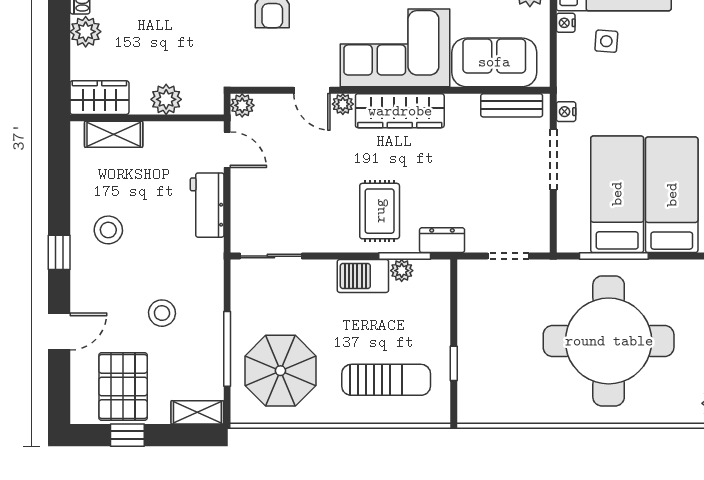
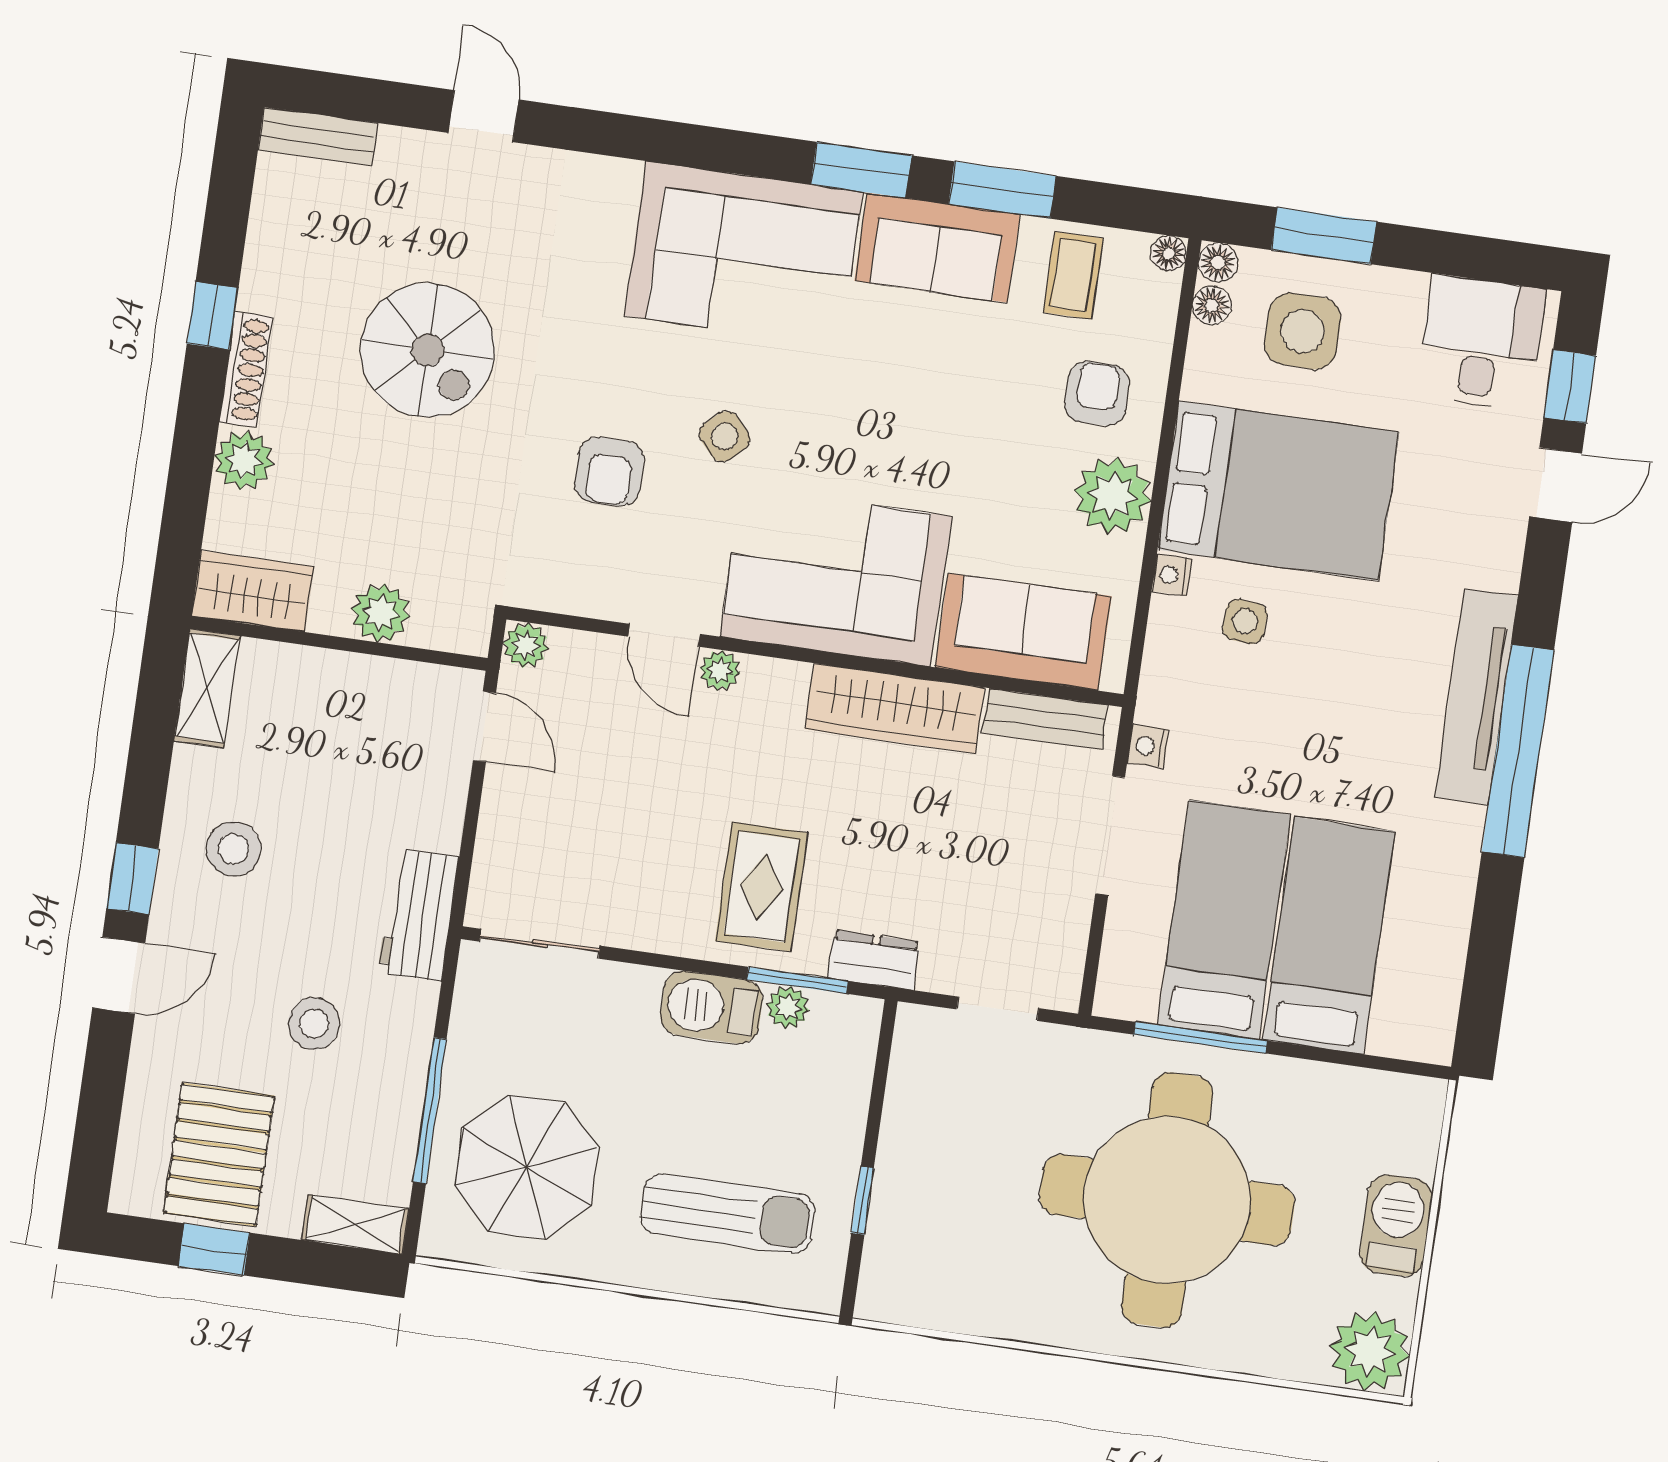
wardrobe: (400, 111) -> (895, 708), moved
shelving: (114, 134) -> (207, 688), moved, turned 90
workbench: (207, 205) -> (418, 915), moved
door: (59, 332) -> (119, 975), moved

